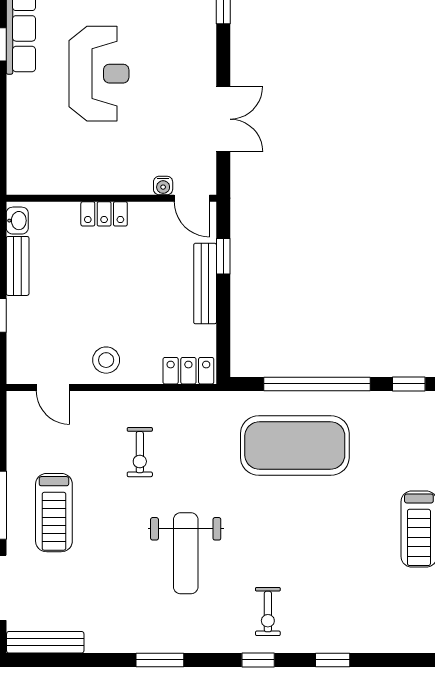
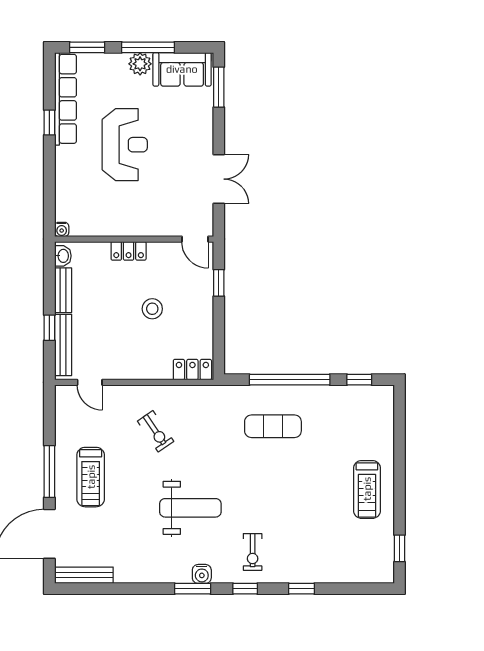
water cooler: (163, 186) -> (62, 229), moved
bench: (205, 284) -> (63, 345), moved
stool: (106, 360) -> (152, 309), moved
exercise mat: (295, 446) -> (273, 426), width x0.50, depth x0.69
exercise bike: (140, 452) -> (156, 431), turned -34
weight bench: (186, 553) -> (190, 508), turned -90
water cooler: (201, 641) -> (202, 574), added
window: (160, 660) -> (193, 589), moved

